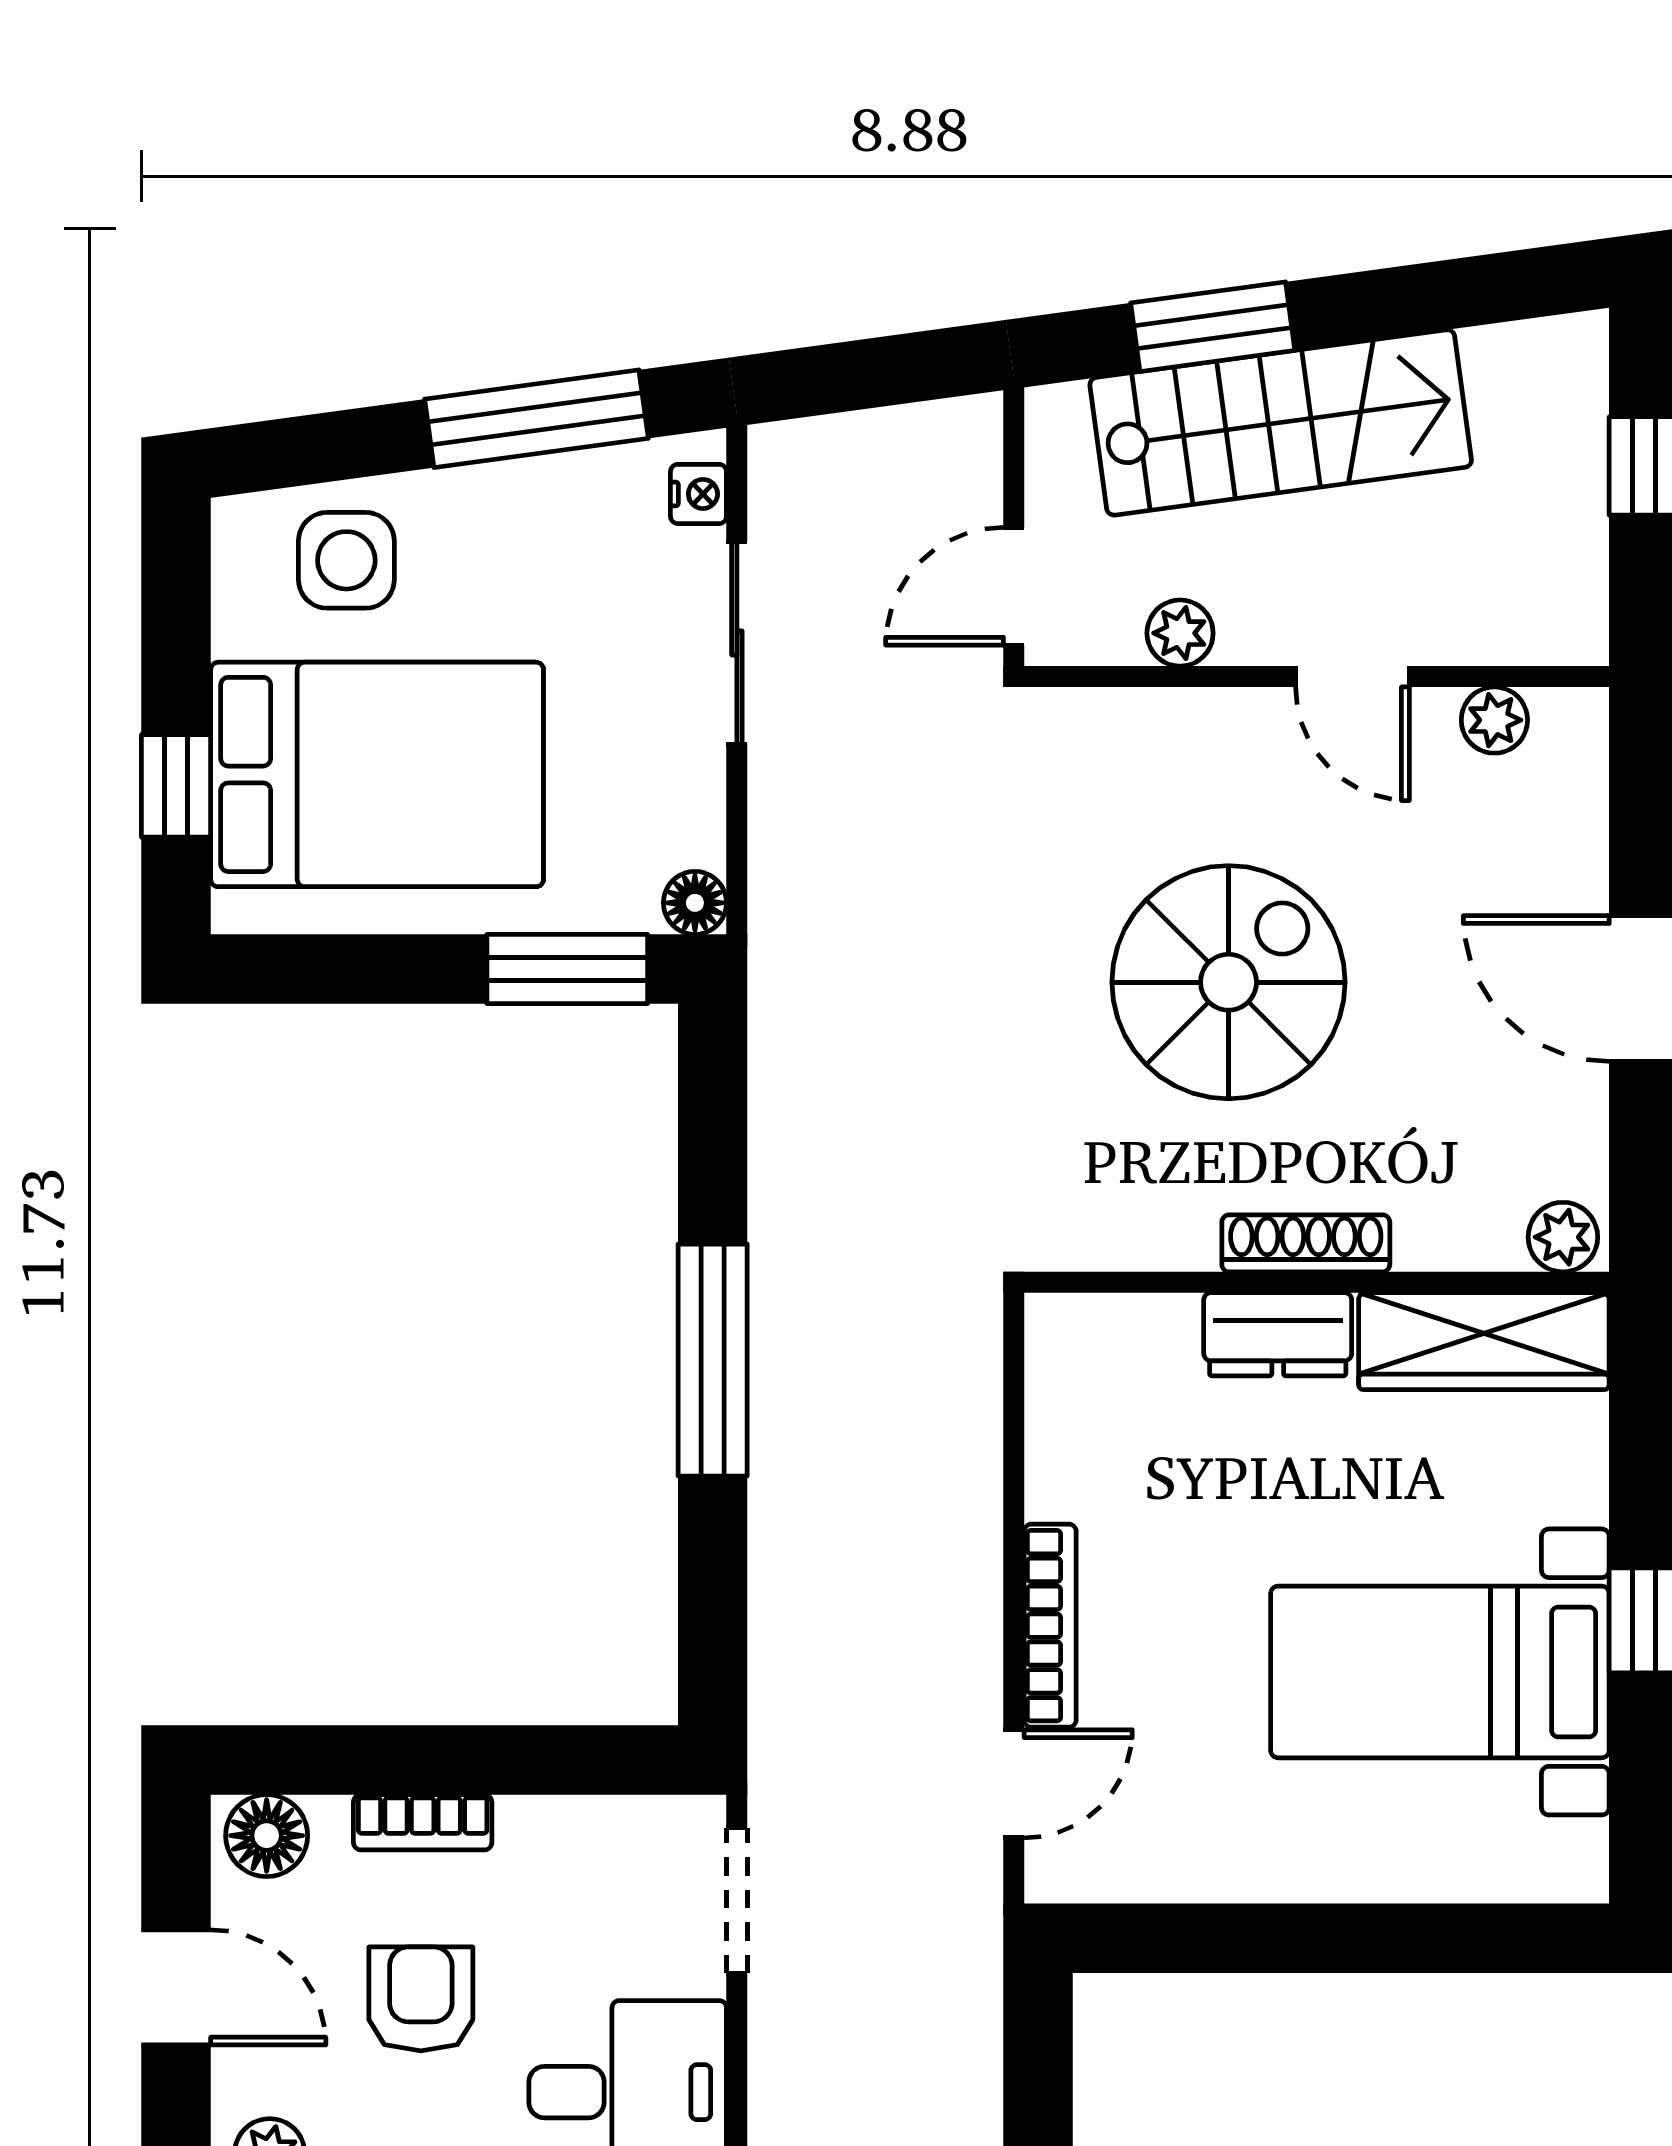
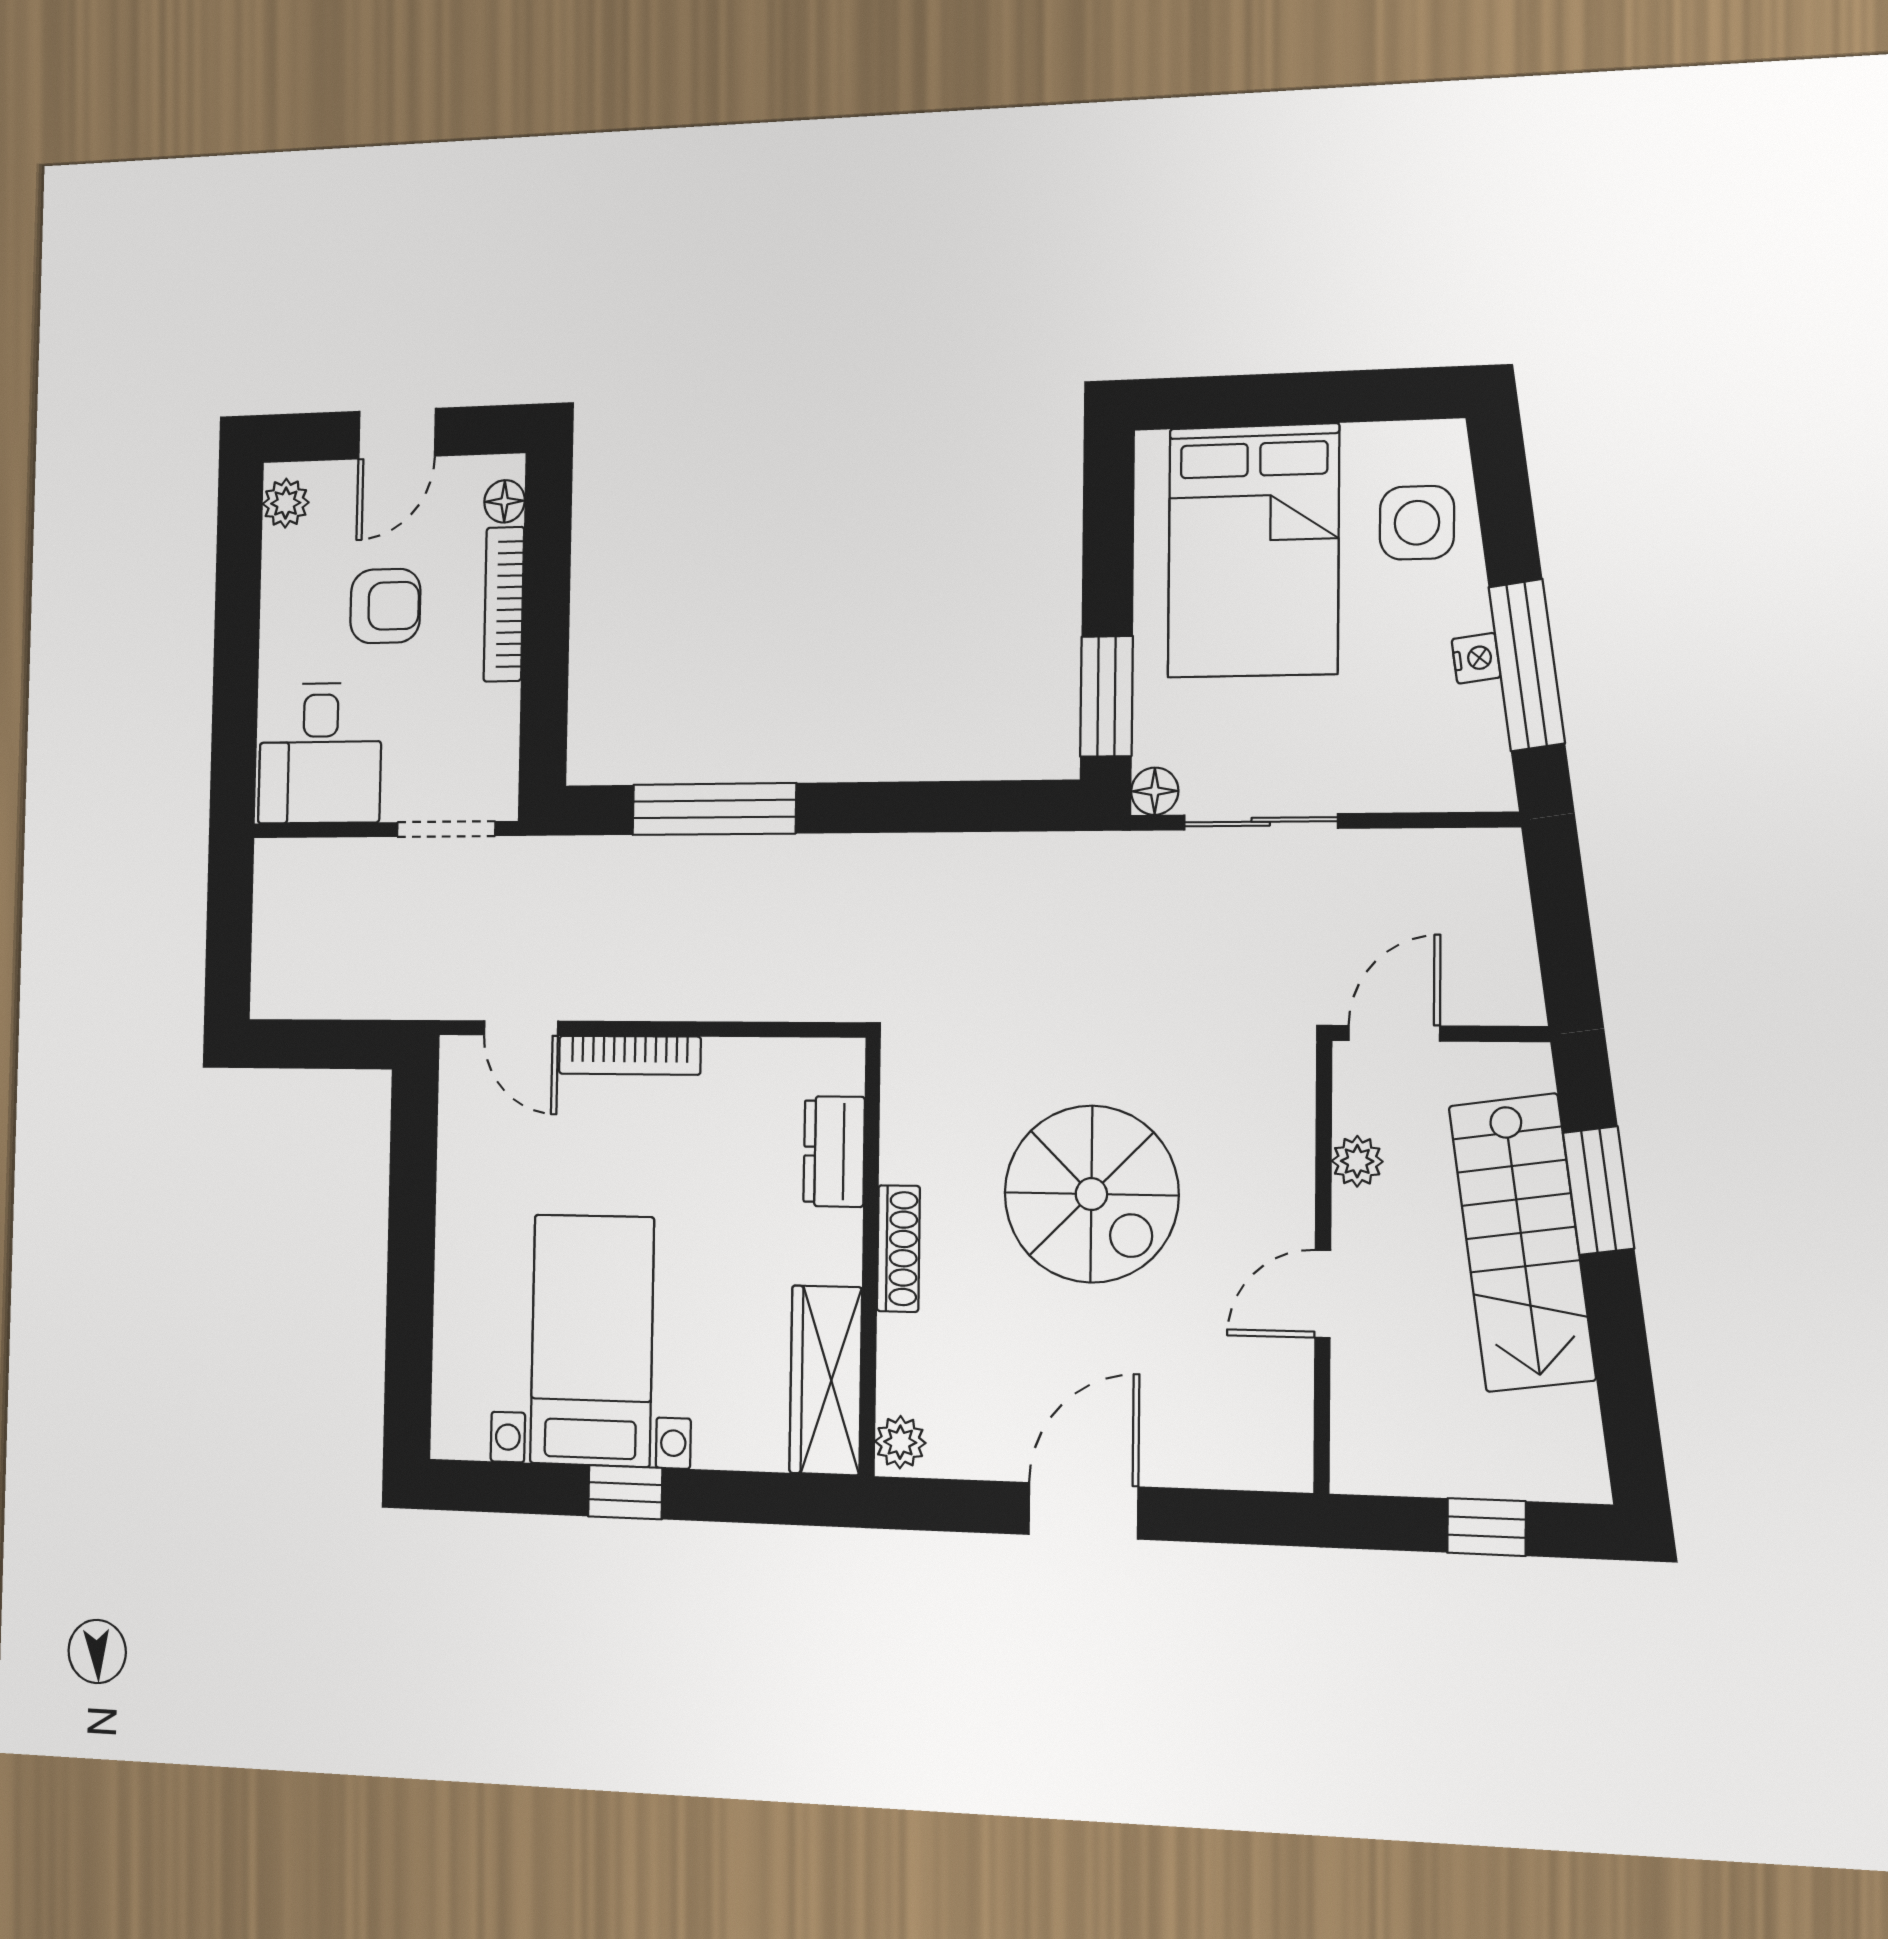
nightstand: (698, 494) -> (1476, 658), moved, turned -98
door: (1014, 586) -> (1394, 1033), hinge flipped
sliding door: (737, 643) -> (1261, 822), moved
plant: (1494, 720) -> (1288, 1403), removed
window: (176, 786) -> (1246, 401), removed
dresser: (1278, 1334) -> (834, 1151), moved
window: (713, 1360) -> (714, 809), moved
bookcase: (423, 1822) -> (504, 604), width x1.56
floor lamp: (267, 1836) -> (505, 501), width x0.73, depth x0.73

